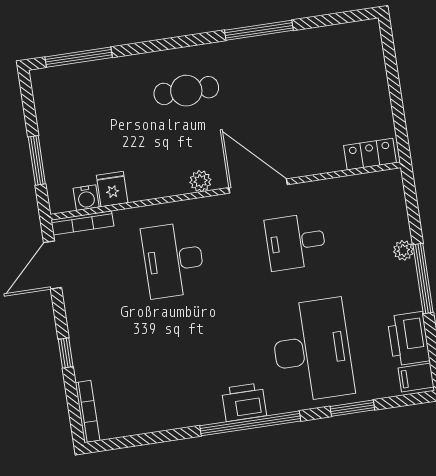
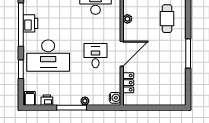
locker: (370, 154) -> (128, 83), moved
water cooler: (386, 183) -> (115, 98), added
door: (258, 186) -> (122, 54), moved
printer: (409, 339) -> (47, 100), width x0.53, depth x0.68

